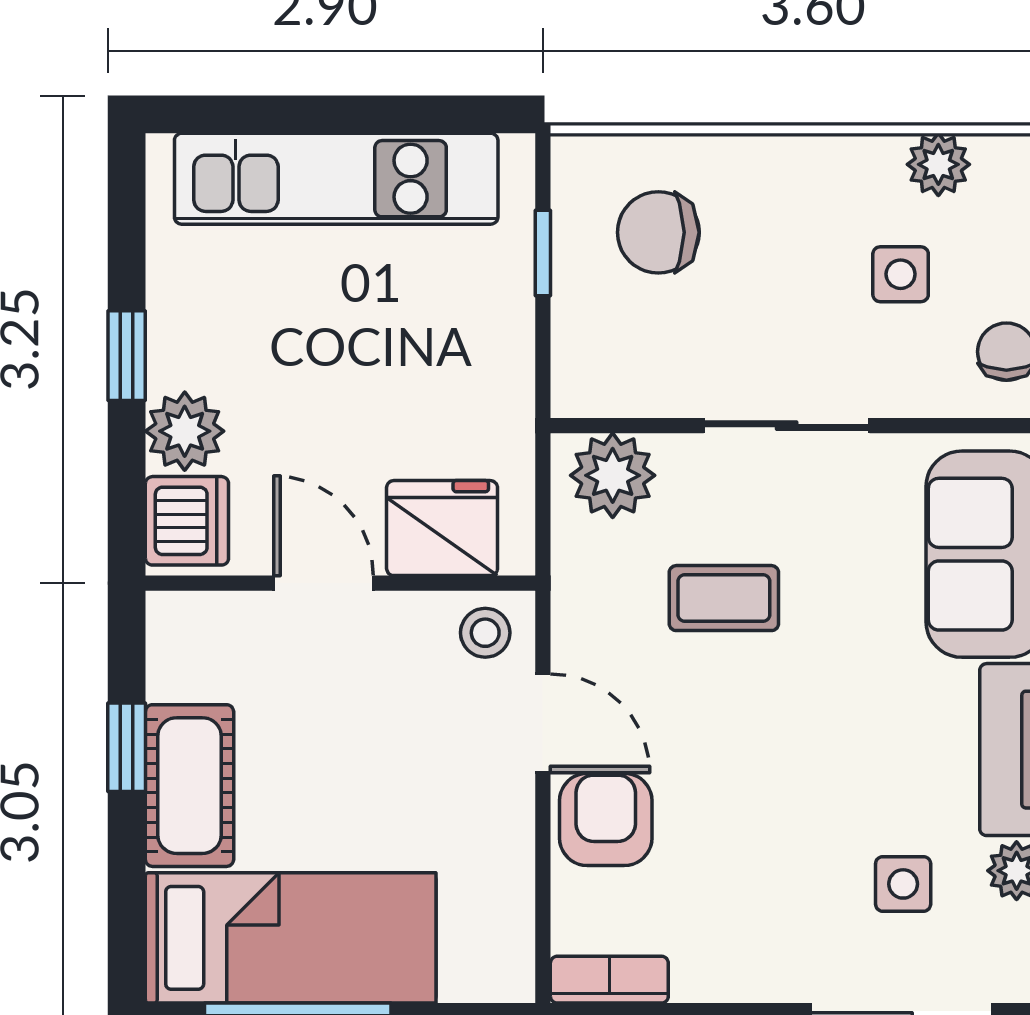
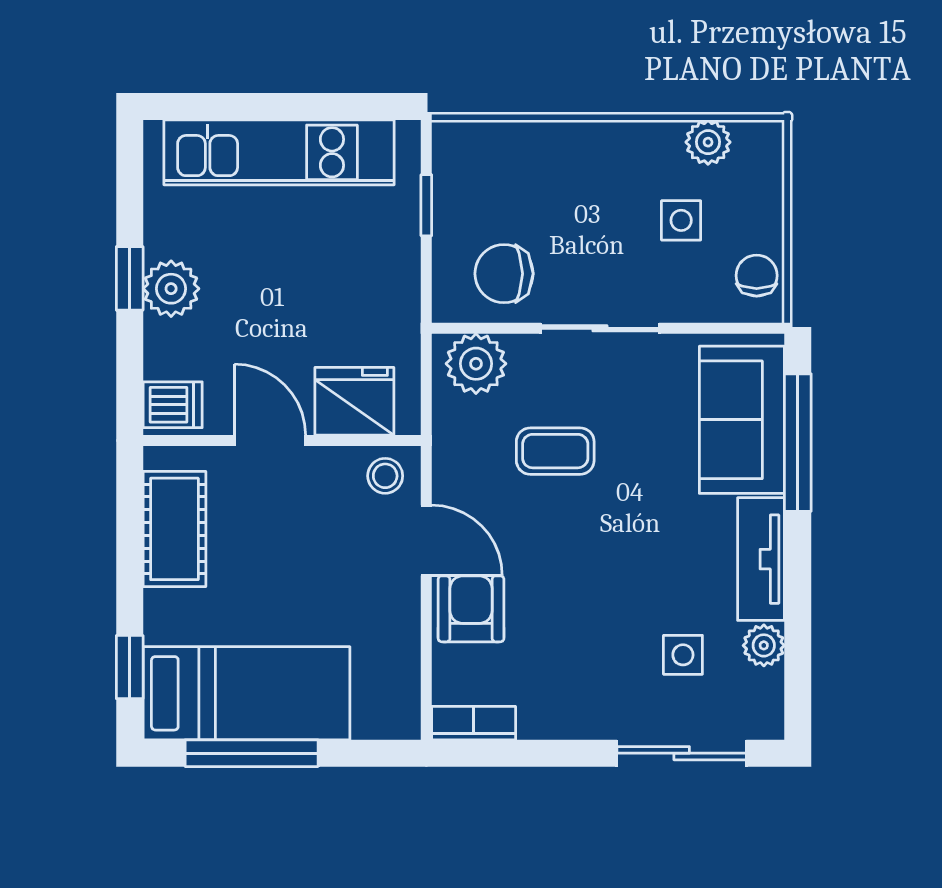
chair: (658, 232) -> (504, 274), moved
plant: (185, 431) -> (171, 289), moved
dishwasher: (187, 521) -> (173, 405), width x0.73
window: (127, 747) -> (130, 667), moved
cot: (189, 786) -> (174, 529), moved

